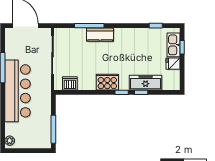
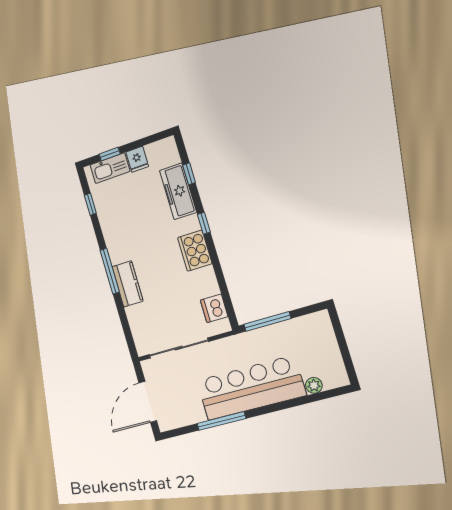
window: (89, 26) -> (110, 271), moved
window: (141, 92) -> (189, 174), moved
window: (53, 129) -> (267, 321), moved
plant: (10, 141) -> (314, 385), moved

